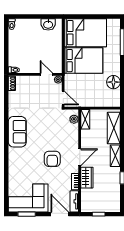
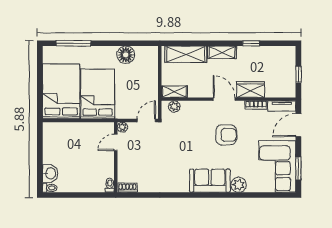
washbasin: (48, 24) -> (50, 173), moved
sofa: (17, 132) -> (210, 181), moved
plant: (14, 168) -> (239, 185), added

